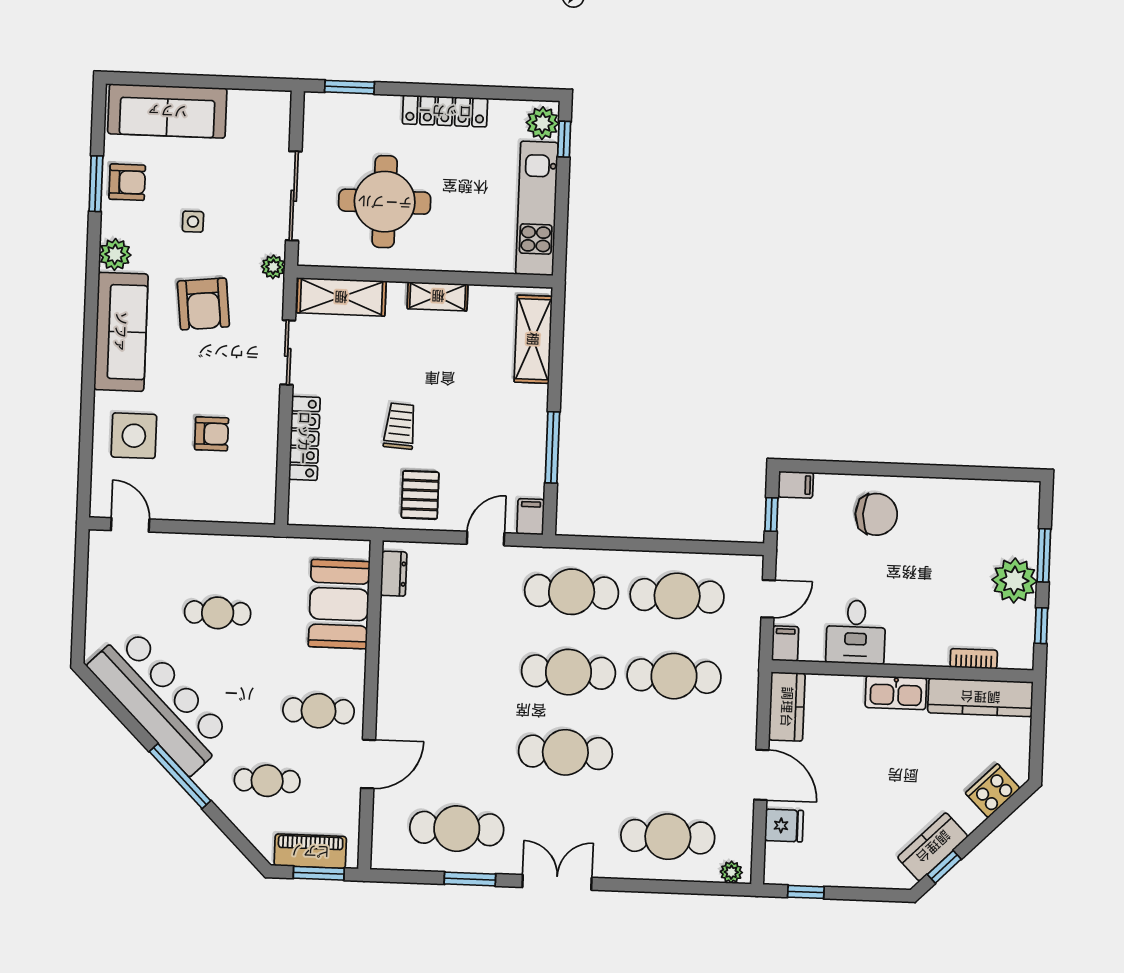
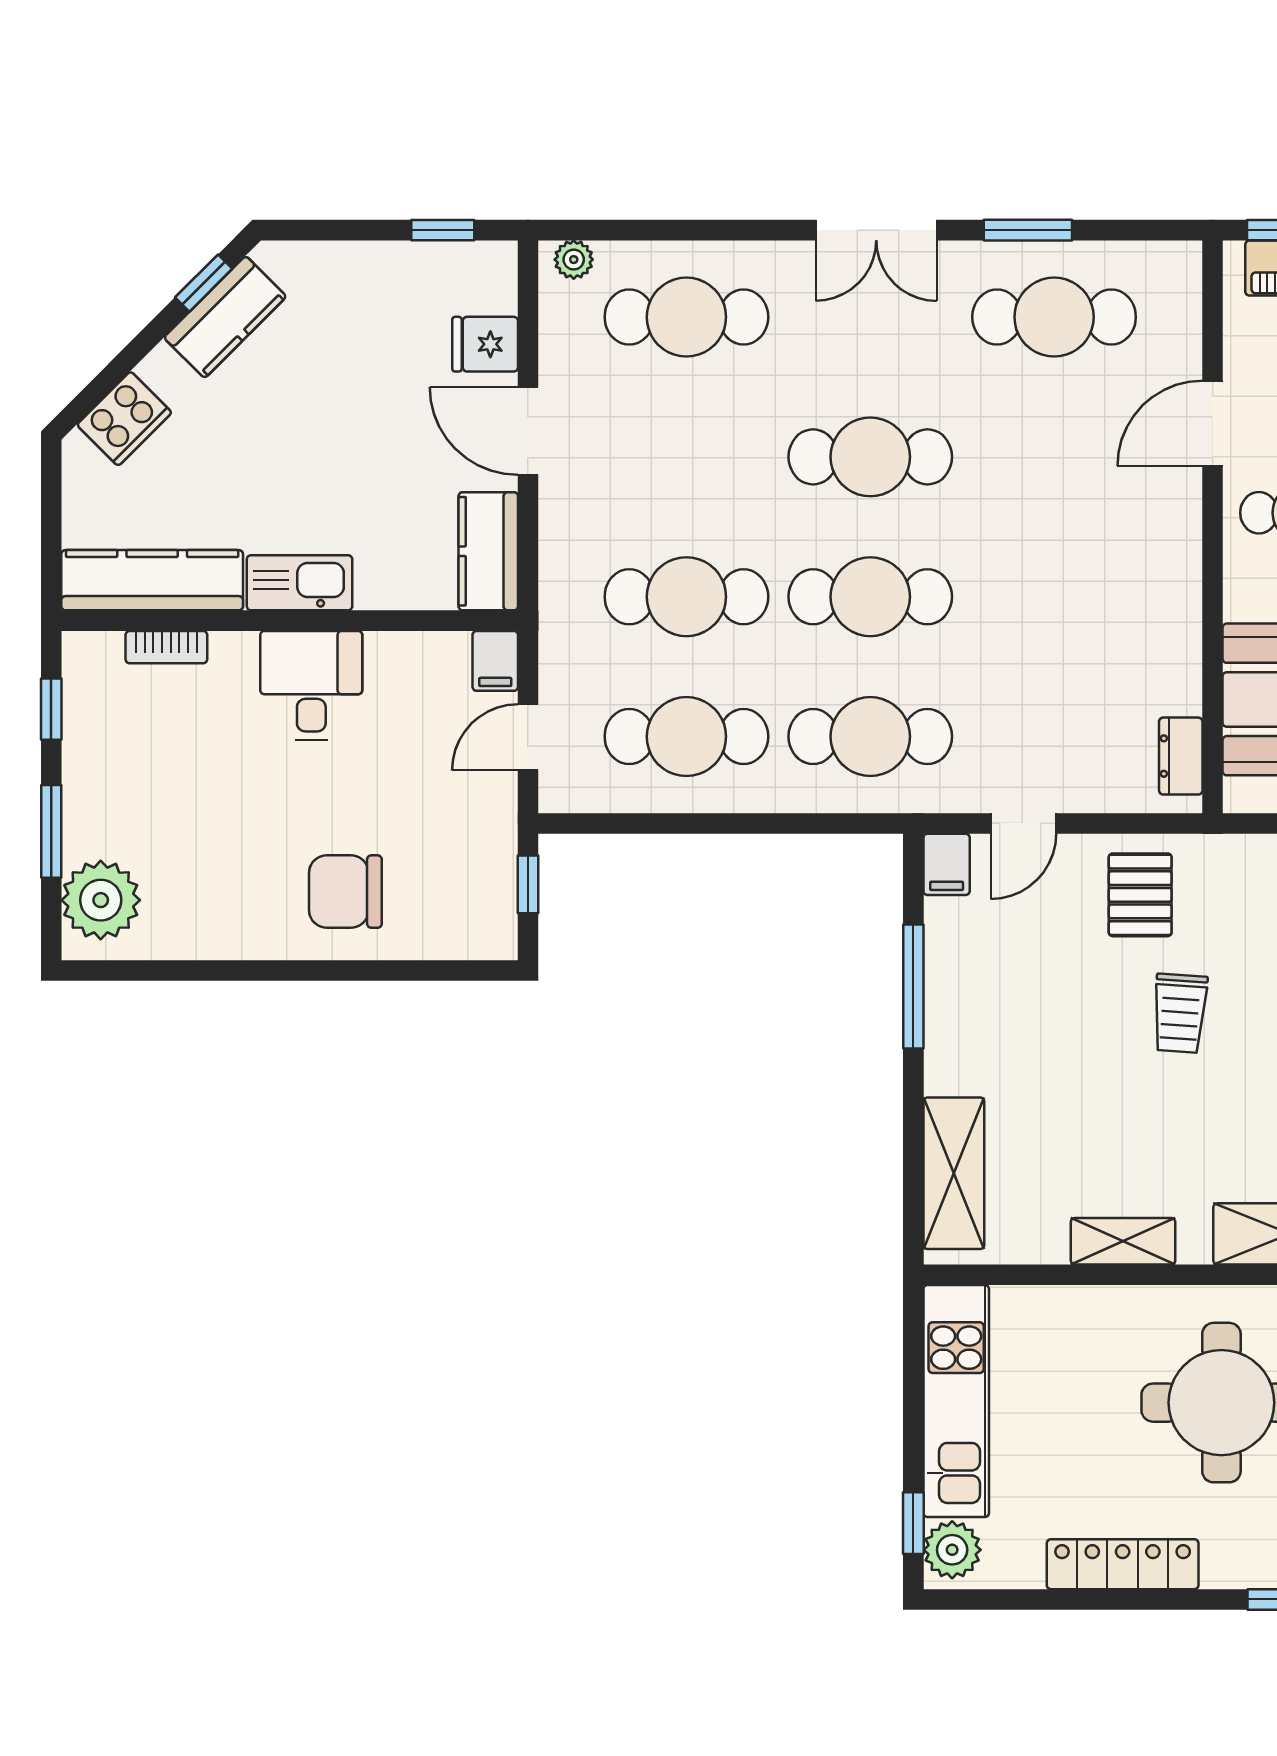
filing cabinet: (796, 485) -> (488, 938), removed
plant: (1014, 580) -> (101, 900), moved
desk: (856, 632) -> (311, 686), moved

